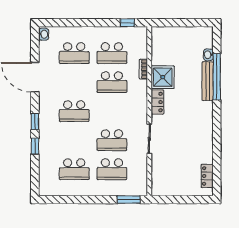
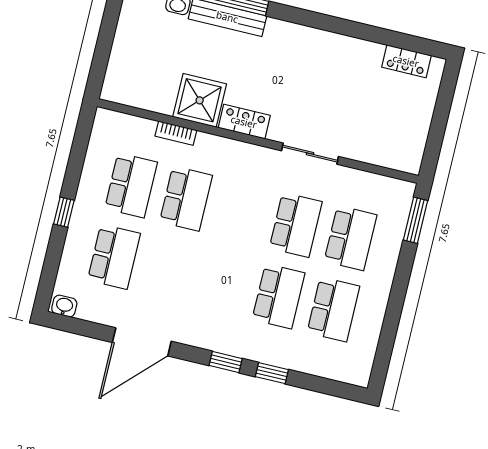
window: (127, 23) -> (64, 212), moved
school desk: (74, 111) -> (279, 296), moved

